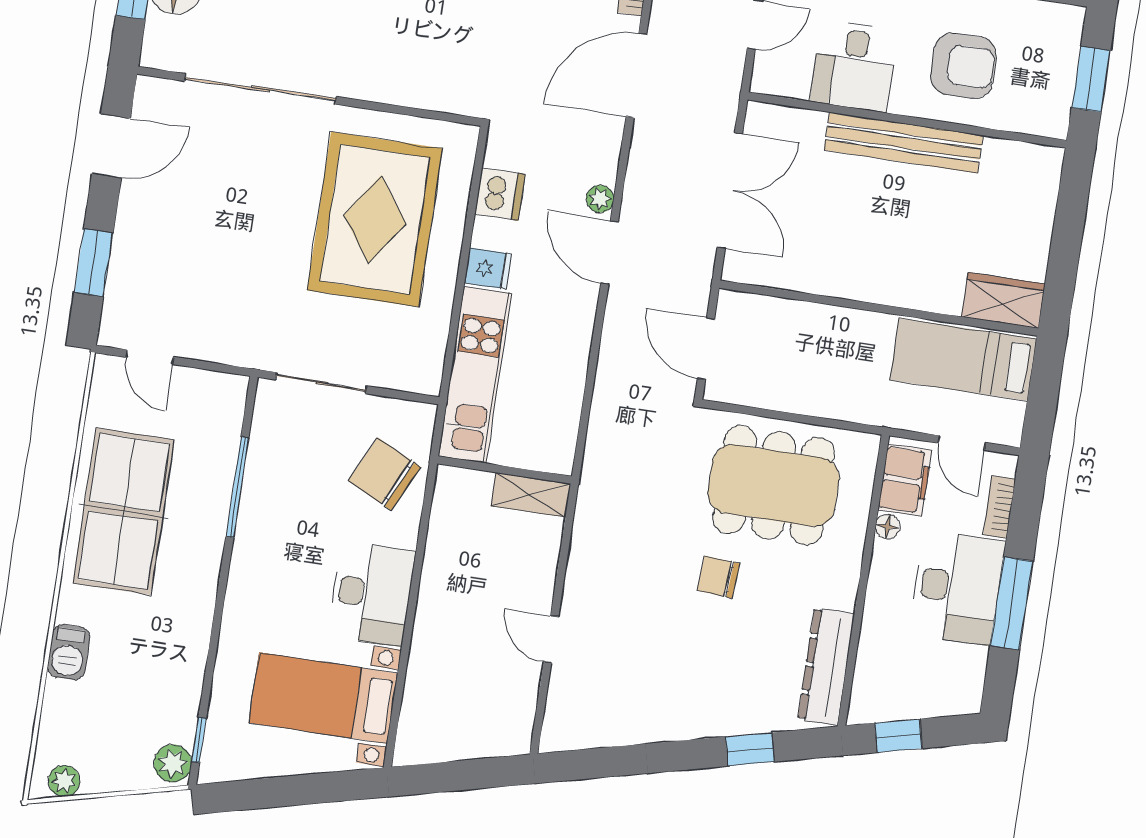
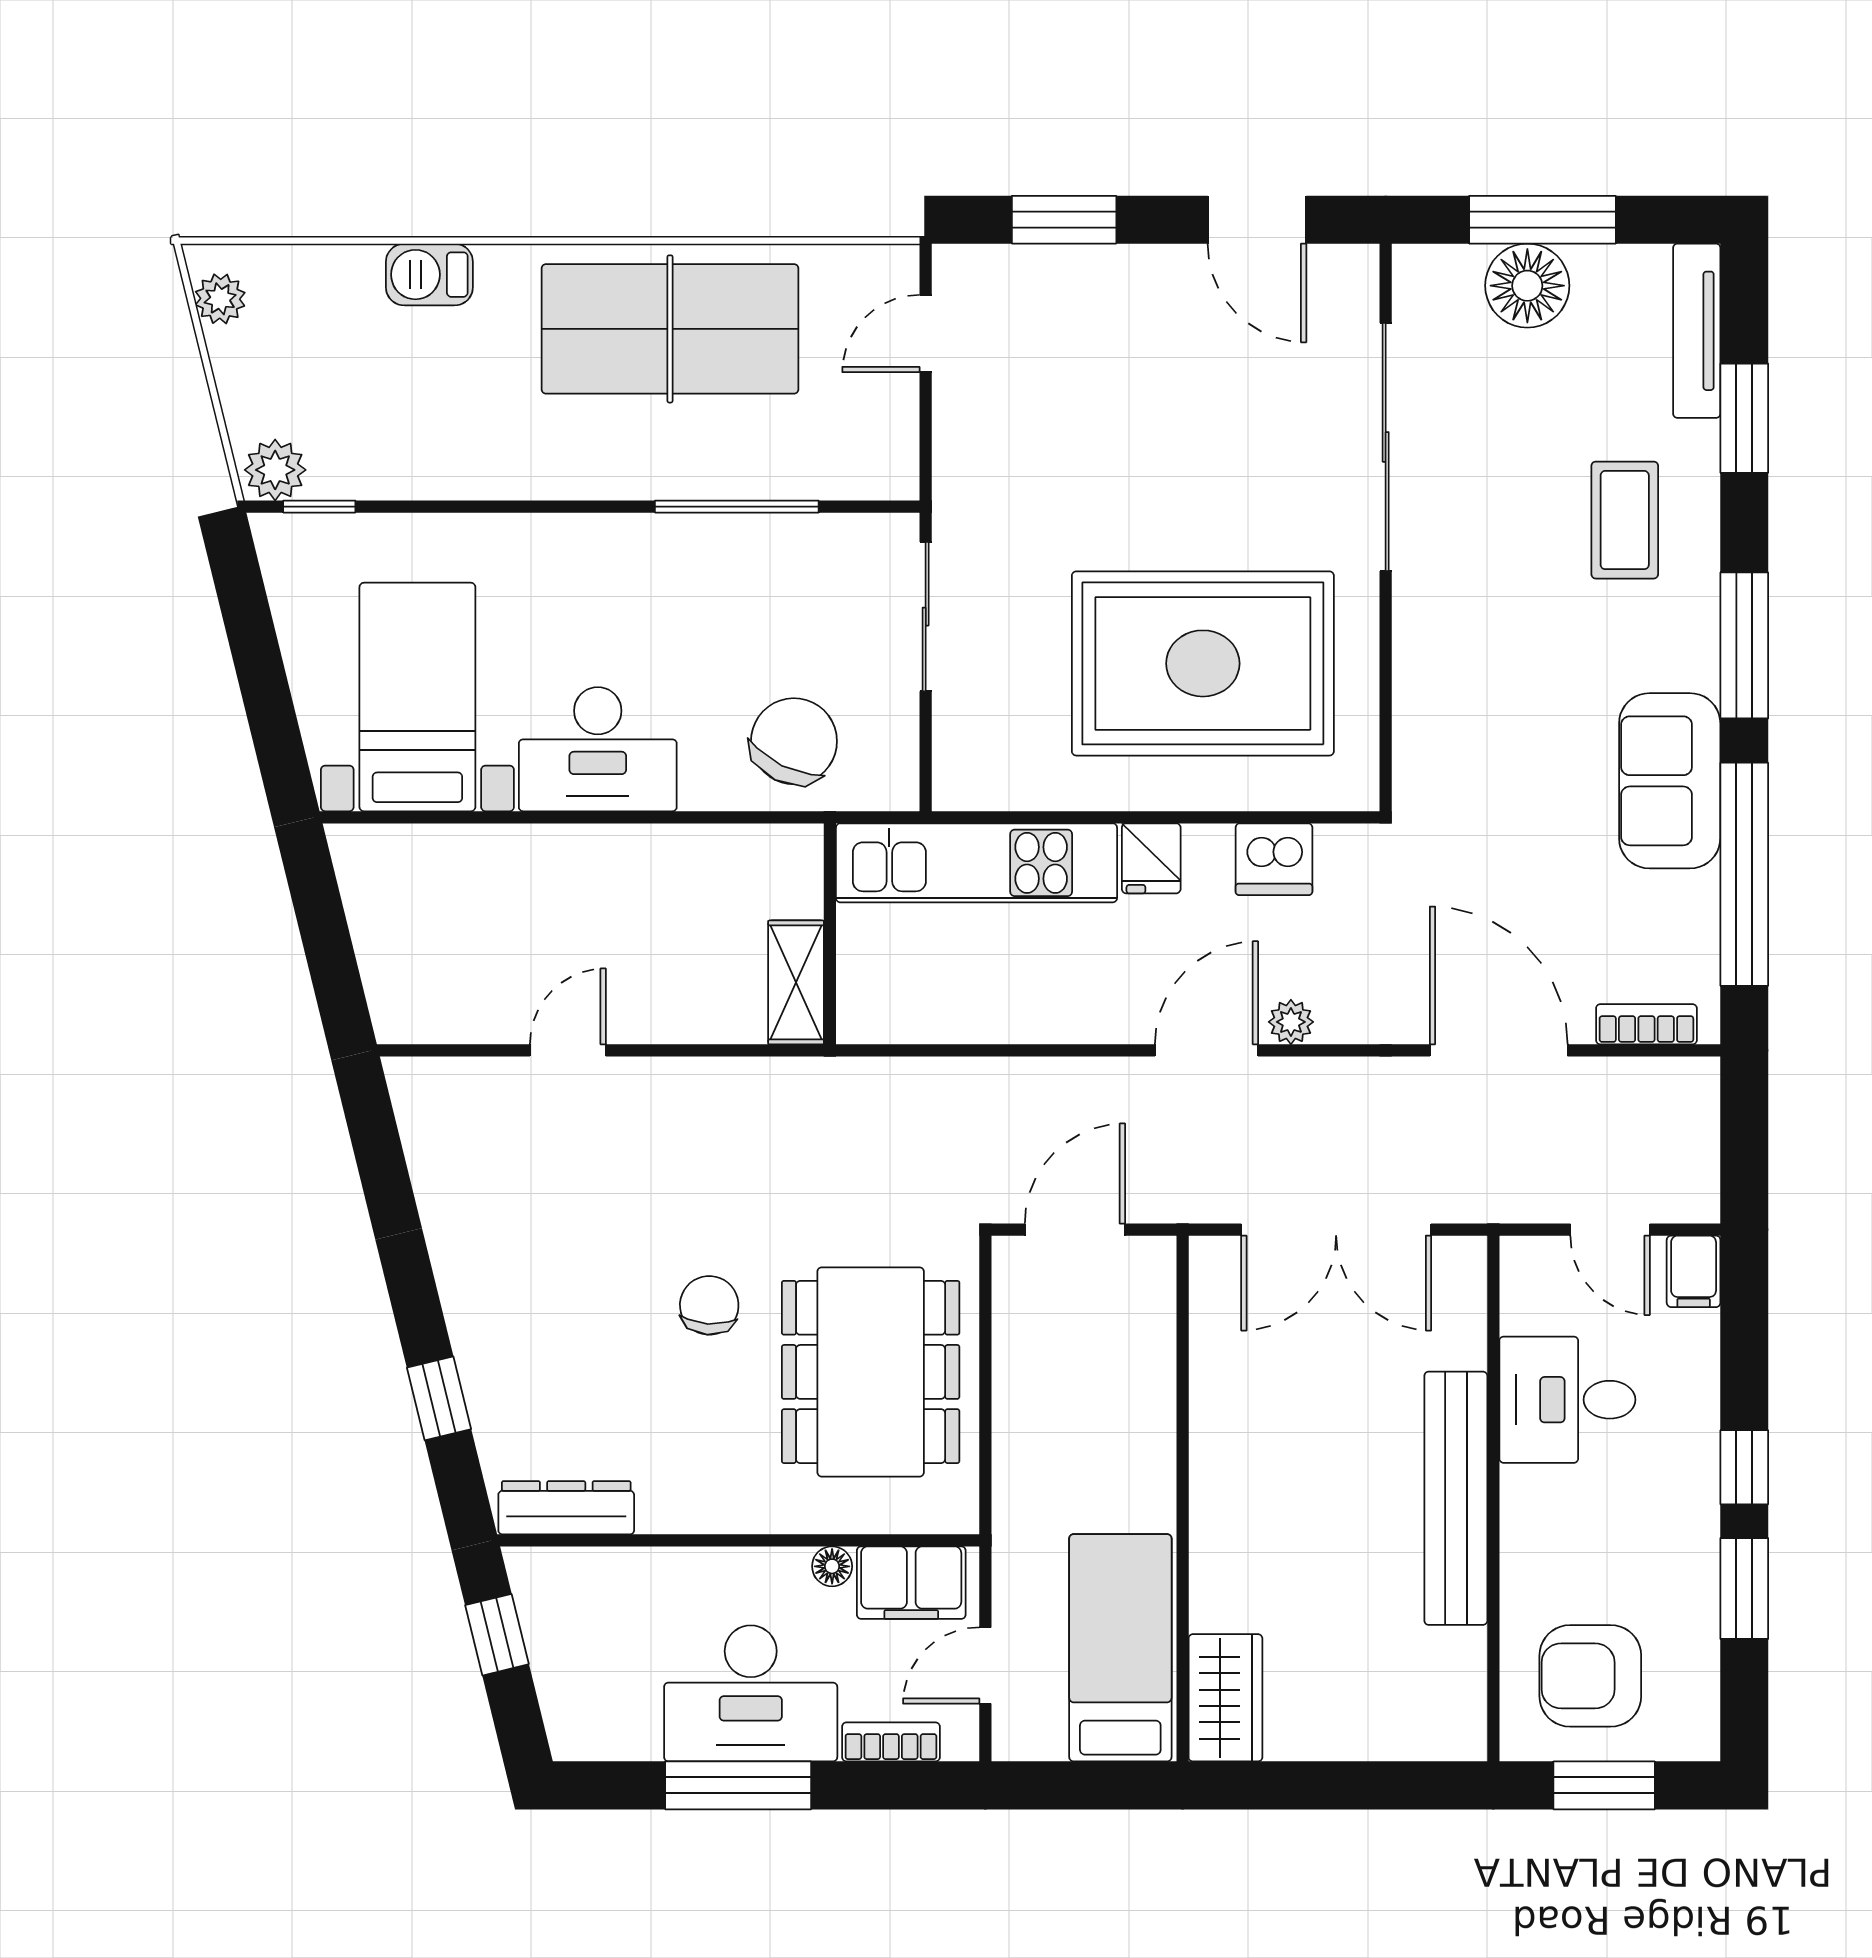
armchair: (963, 66) -> (1590, 1676), moved, turned 90
dresser: (826, 667) -> (566, 1508), width x0.73, depth x0.80

